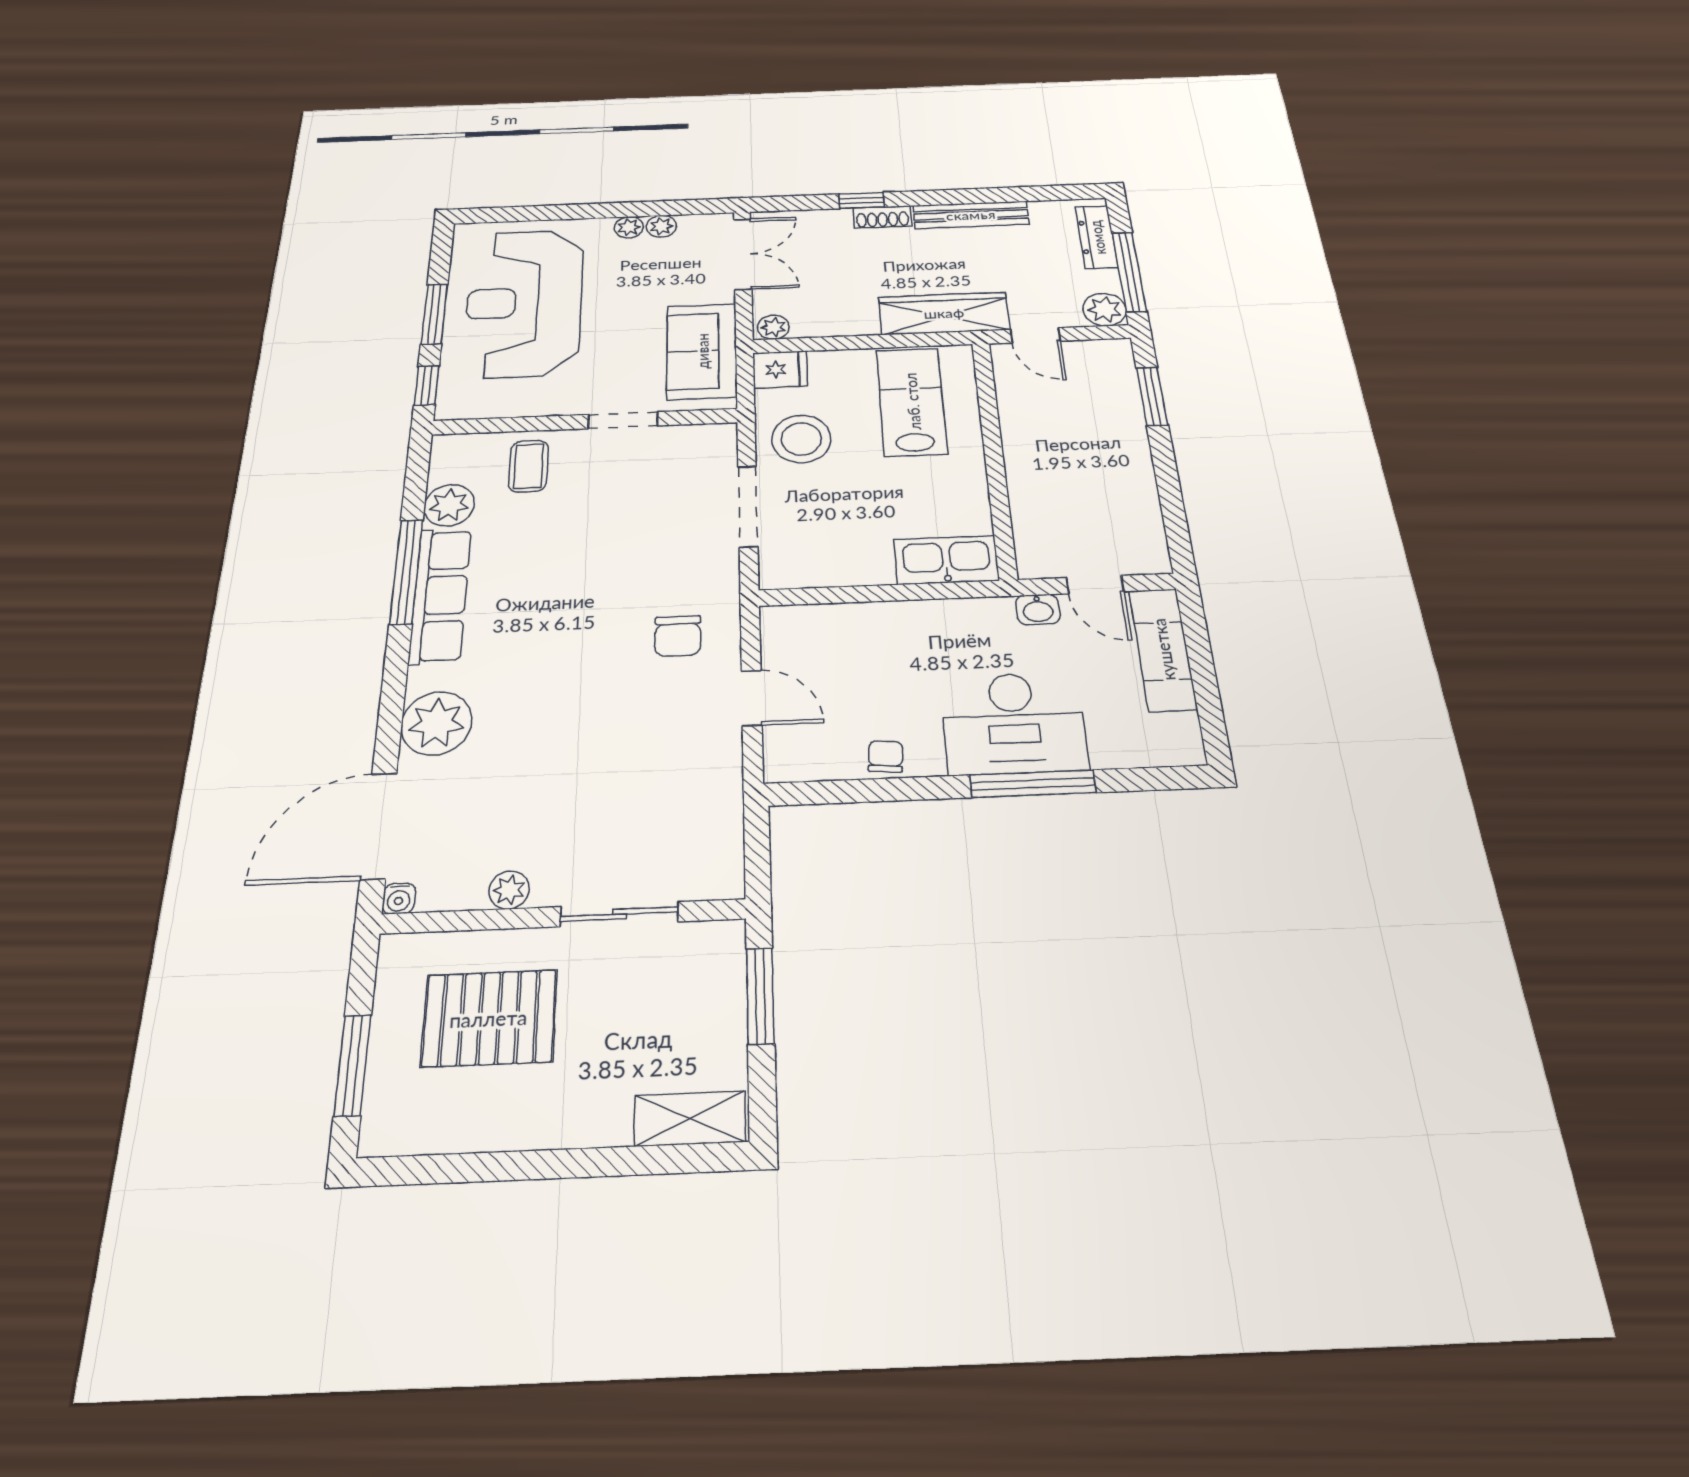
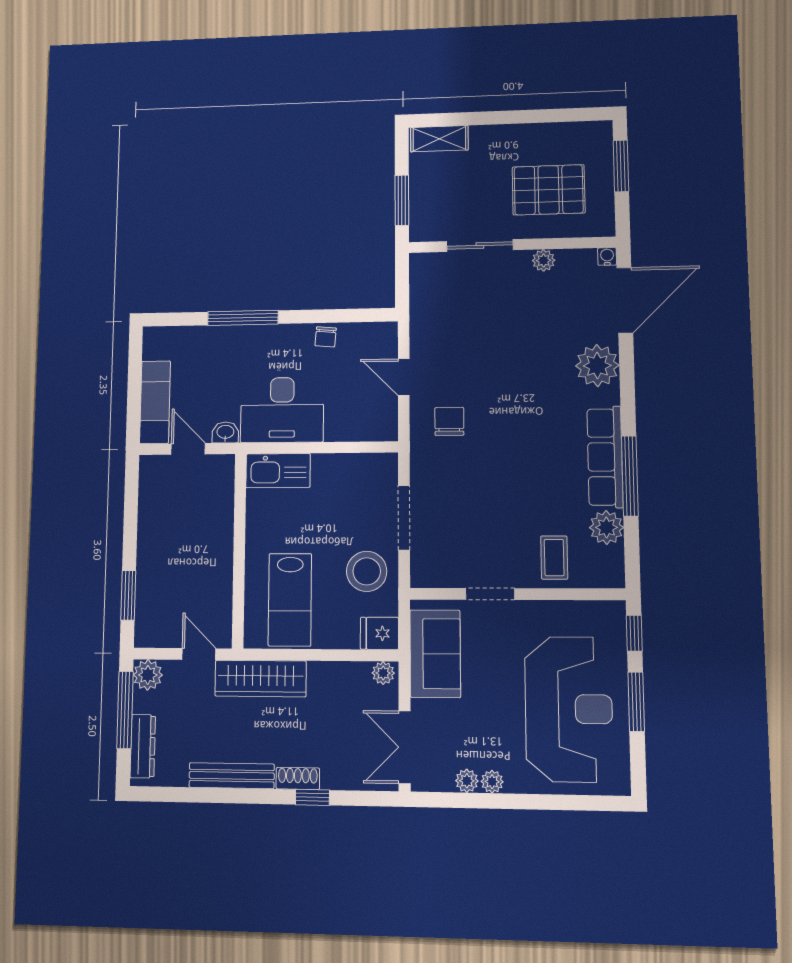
desk: (1014, 723) -> (282, 410), moved, turned 180

